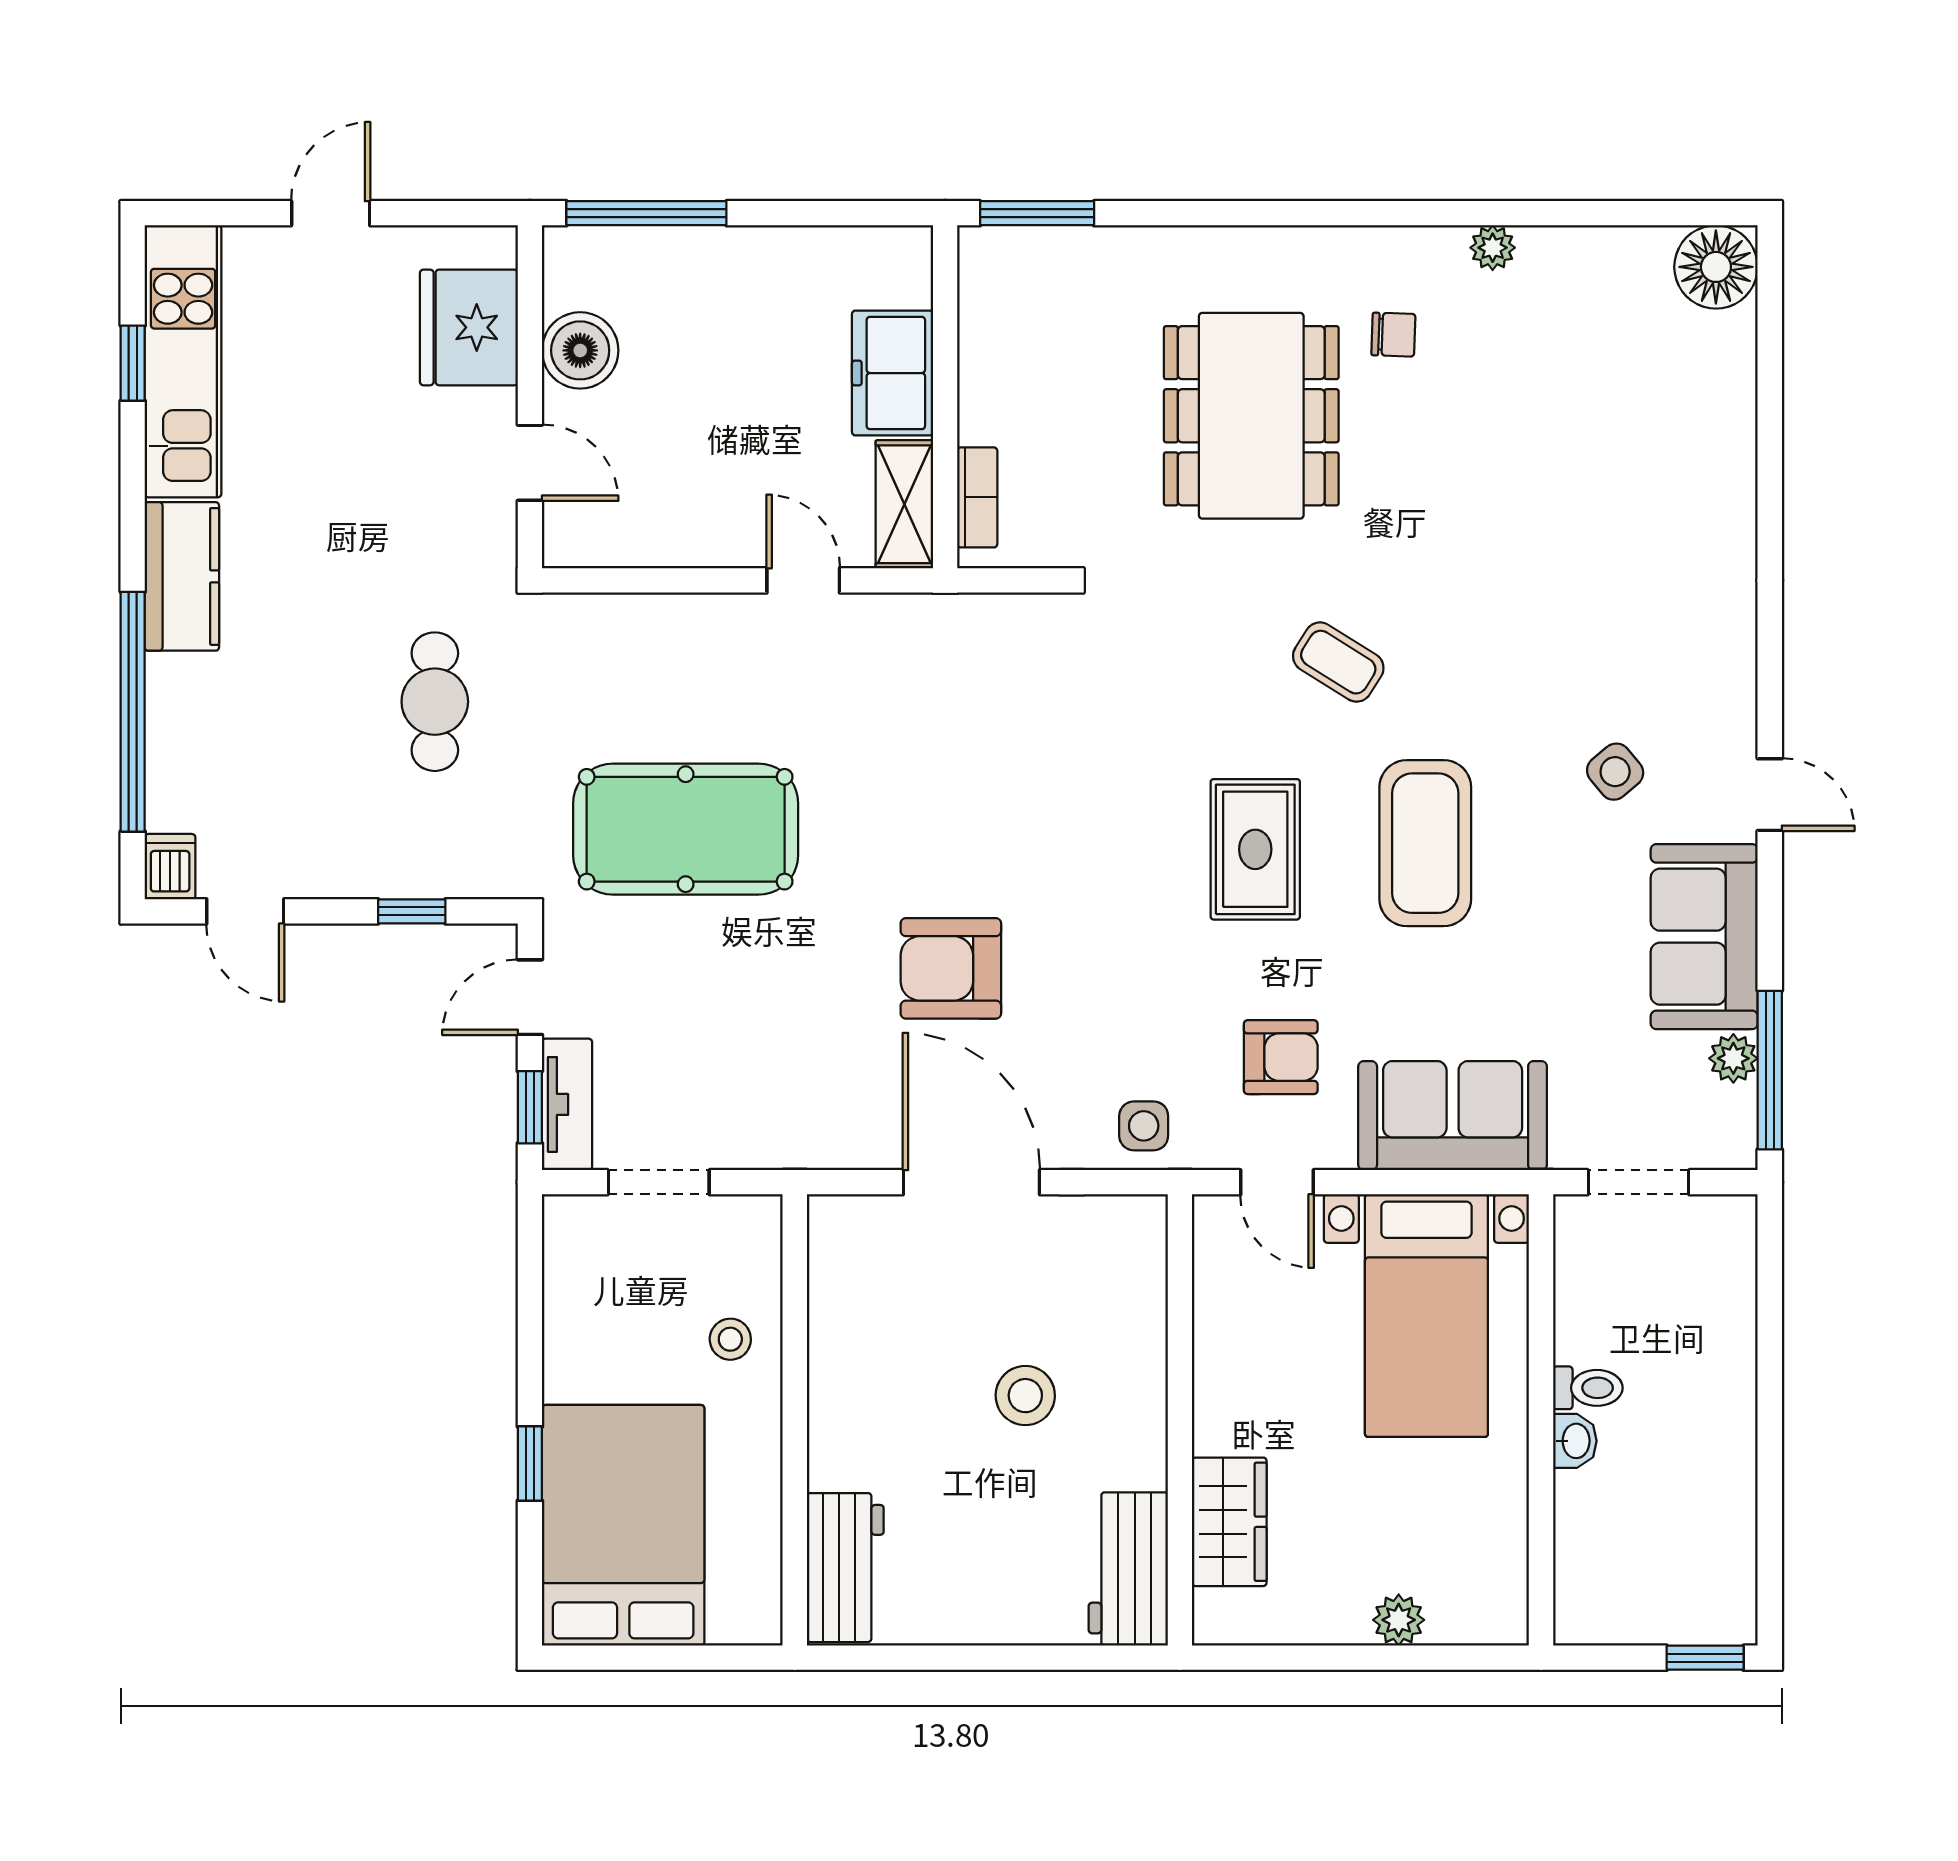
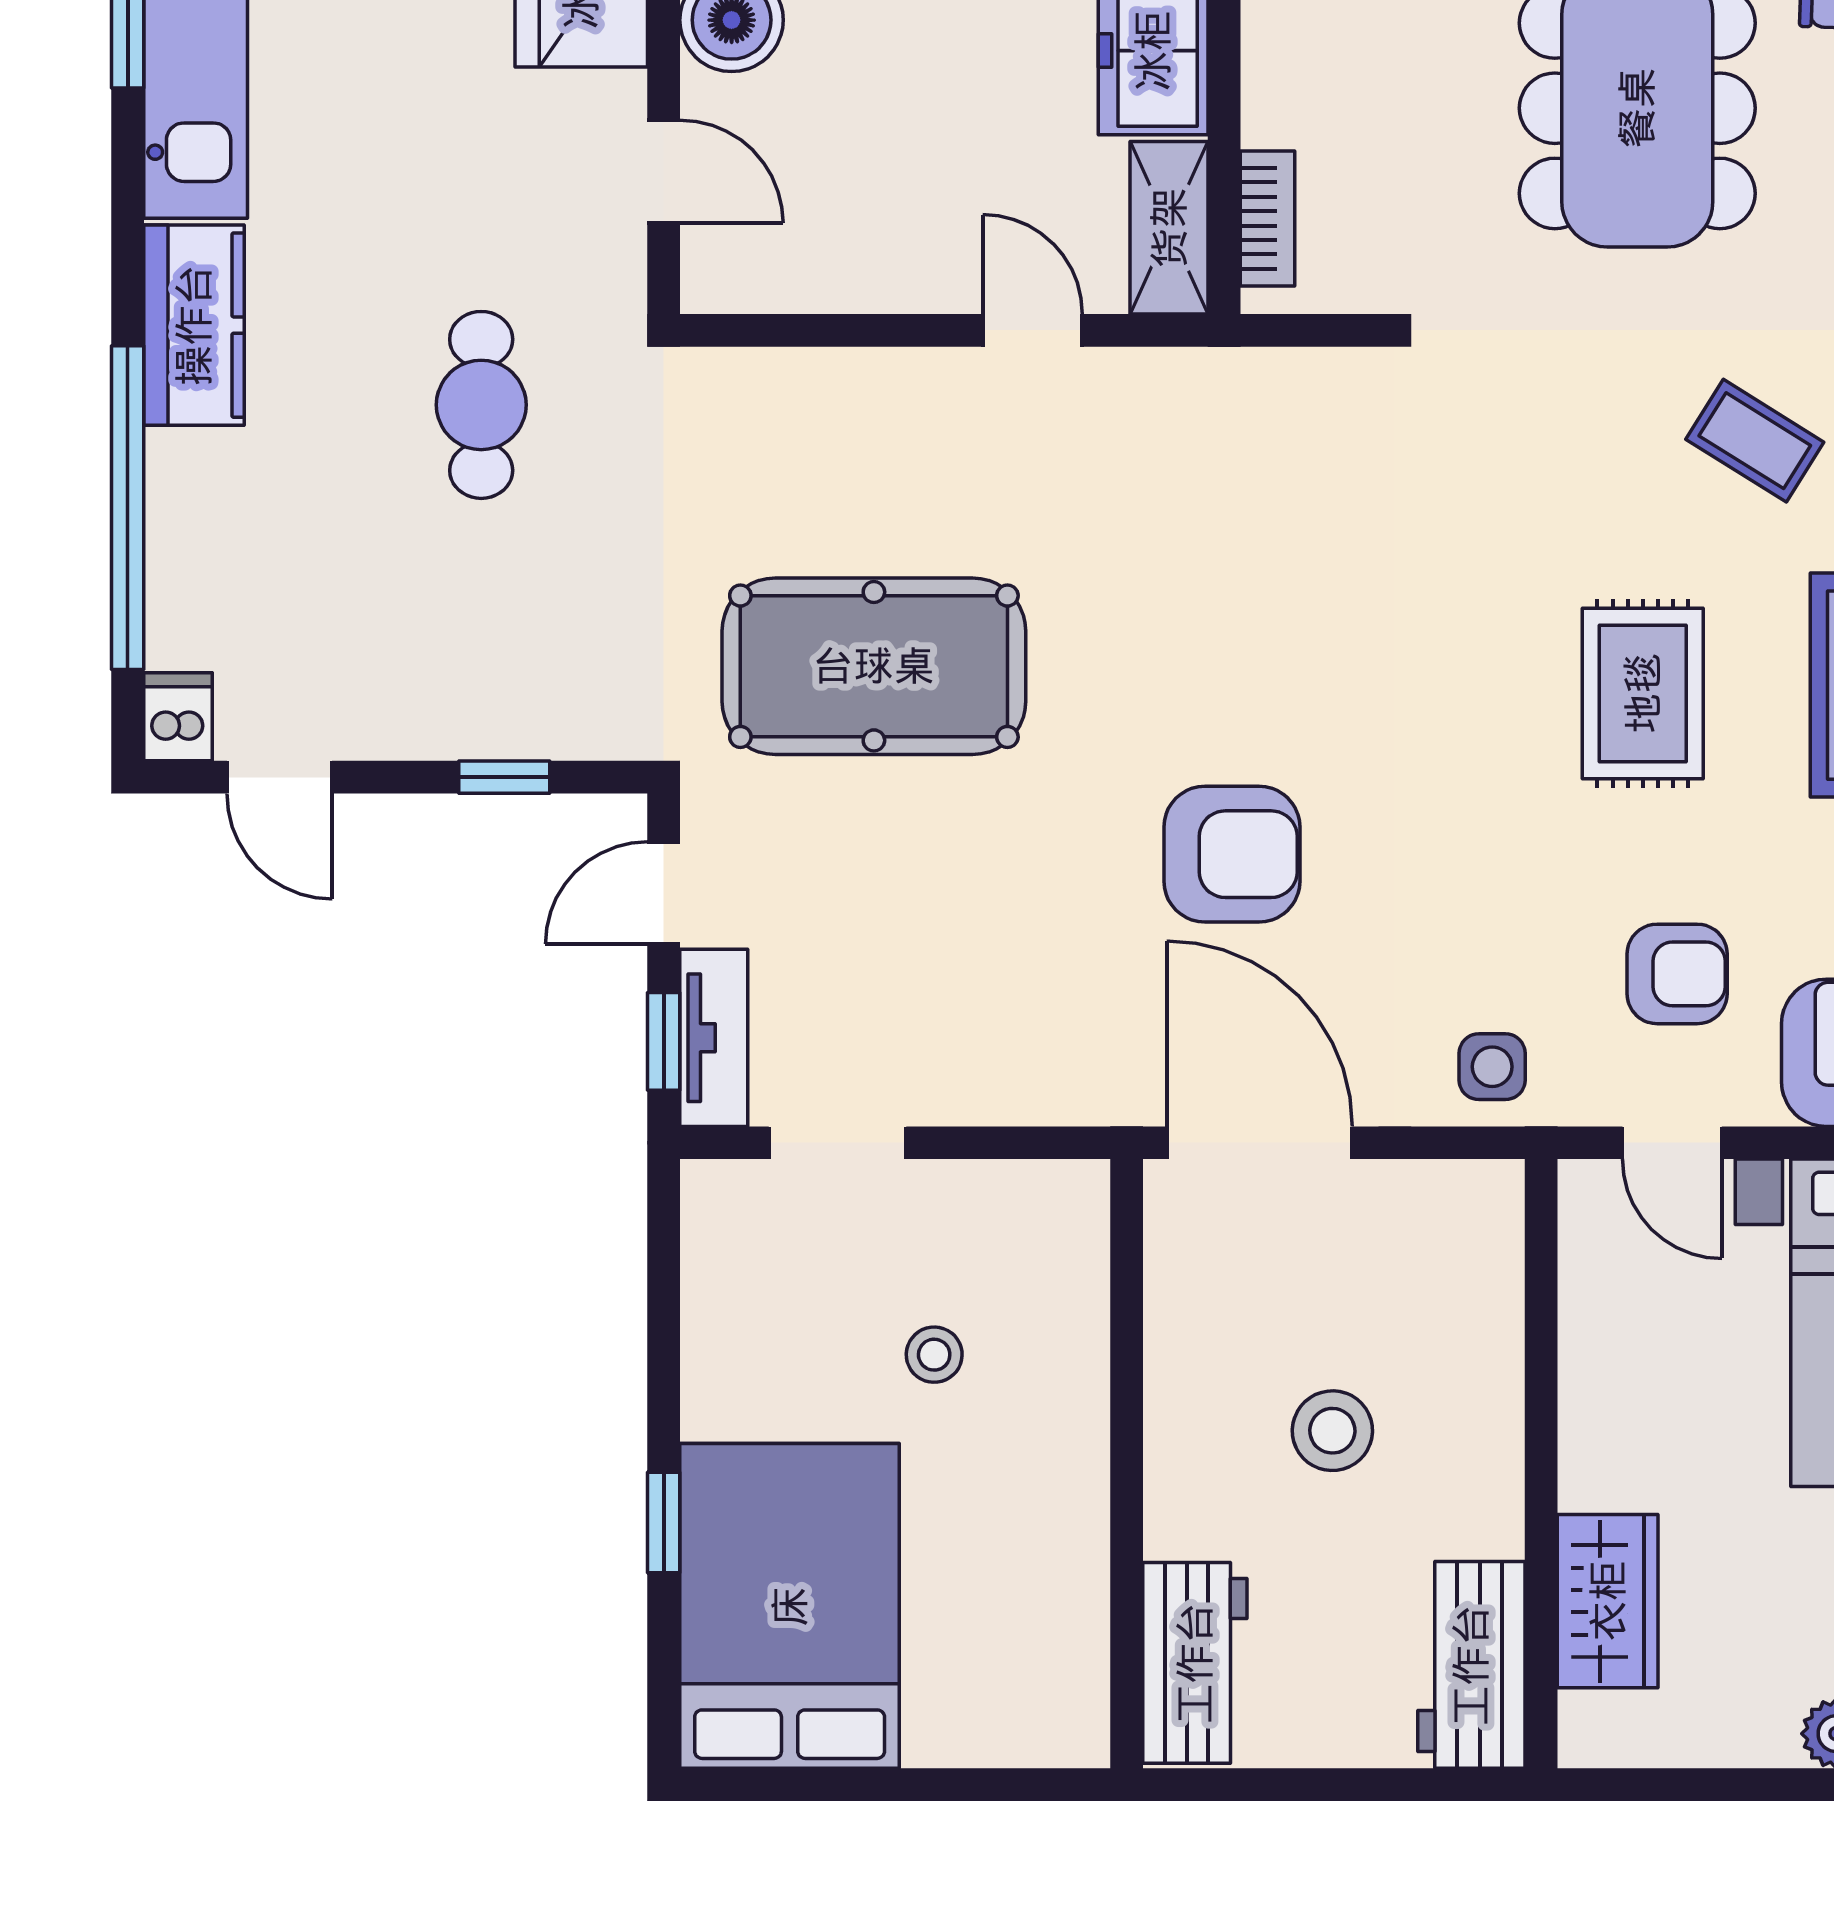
cafe table: (435, 702) -> (481, 405), moved
armchair: (951, 968) -> (1232, 854), turned 180
wall: (795, 1420) -> (1127, 1464), moved
workbench: (845, 1568) -> (1195, 1663), moved

